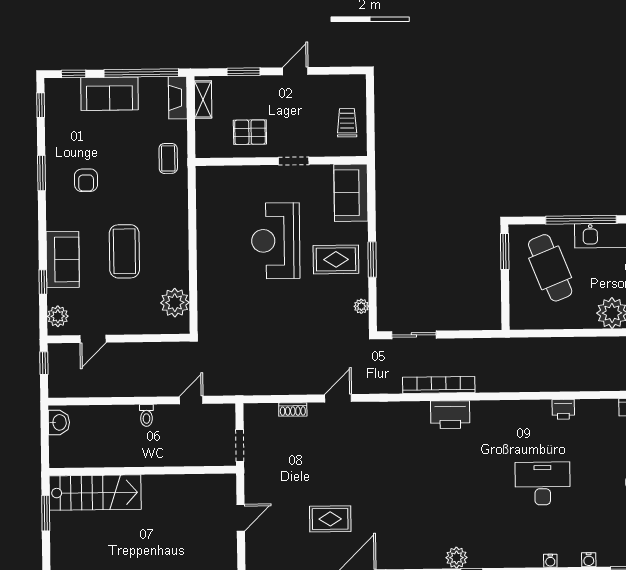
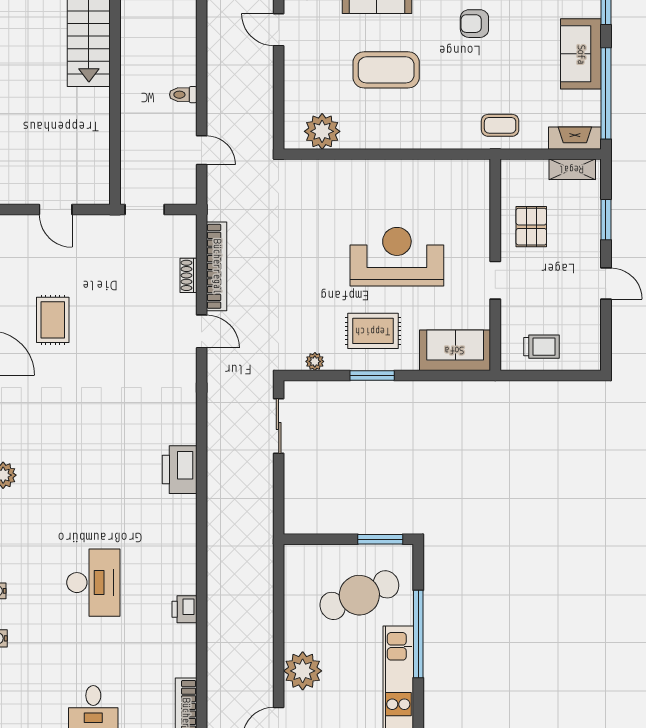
rug: (336, 259) -> (373, 331), turned 90
bookcase: (439, 385) -> (217, 266), moved

